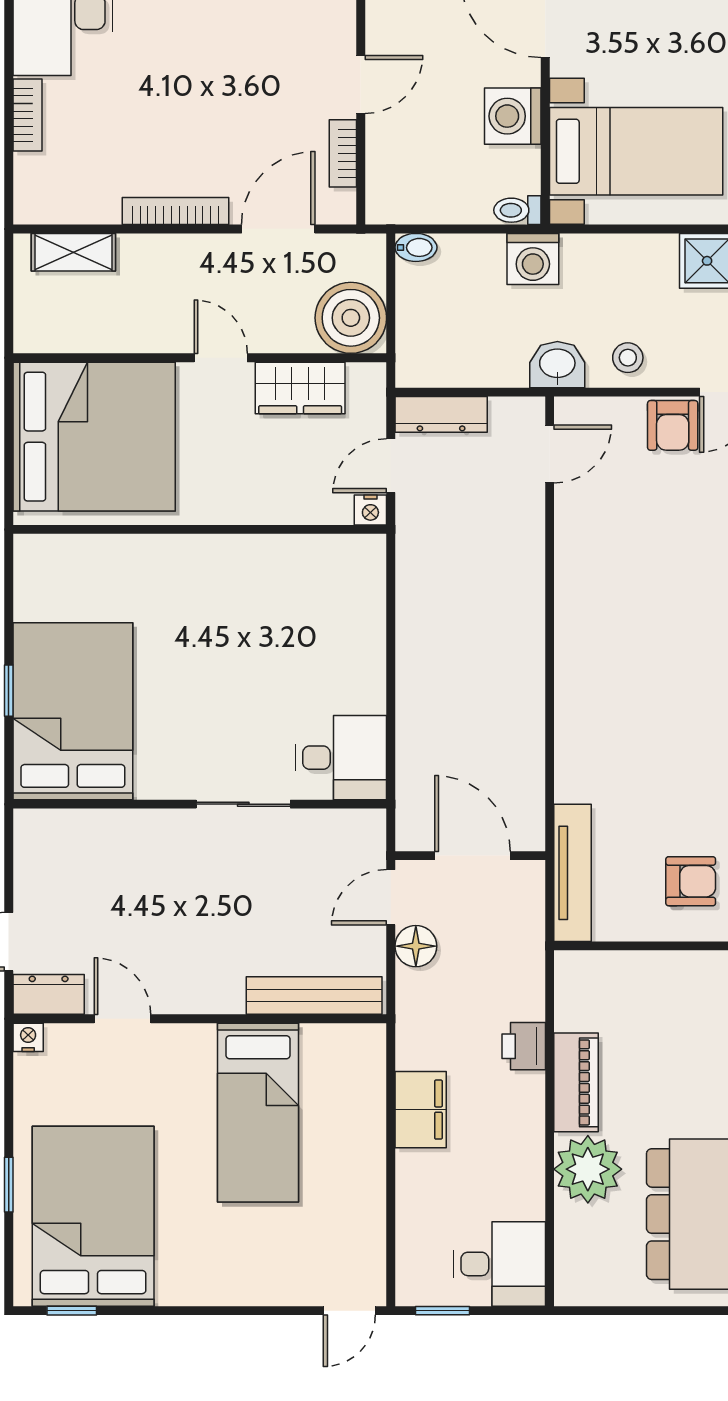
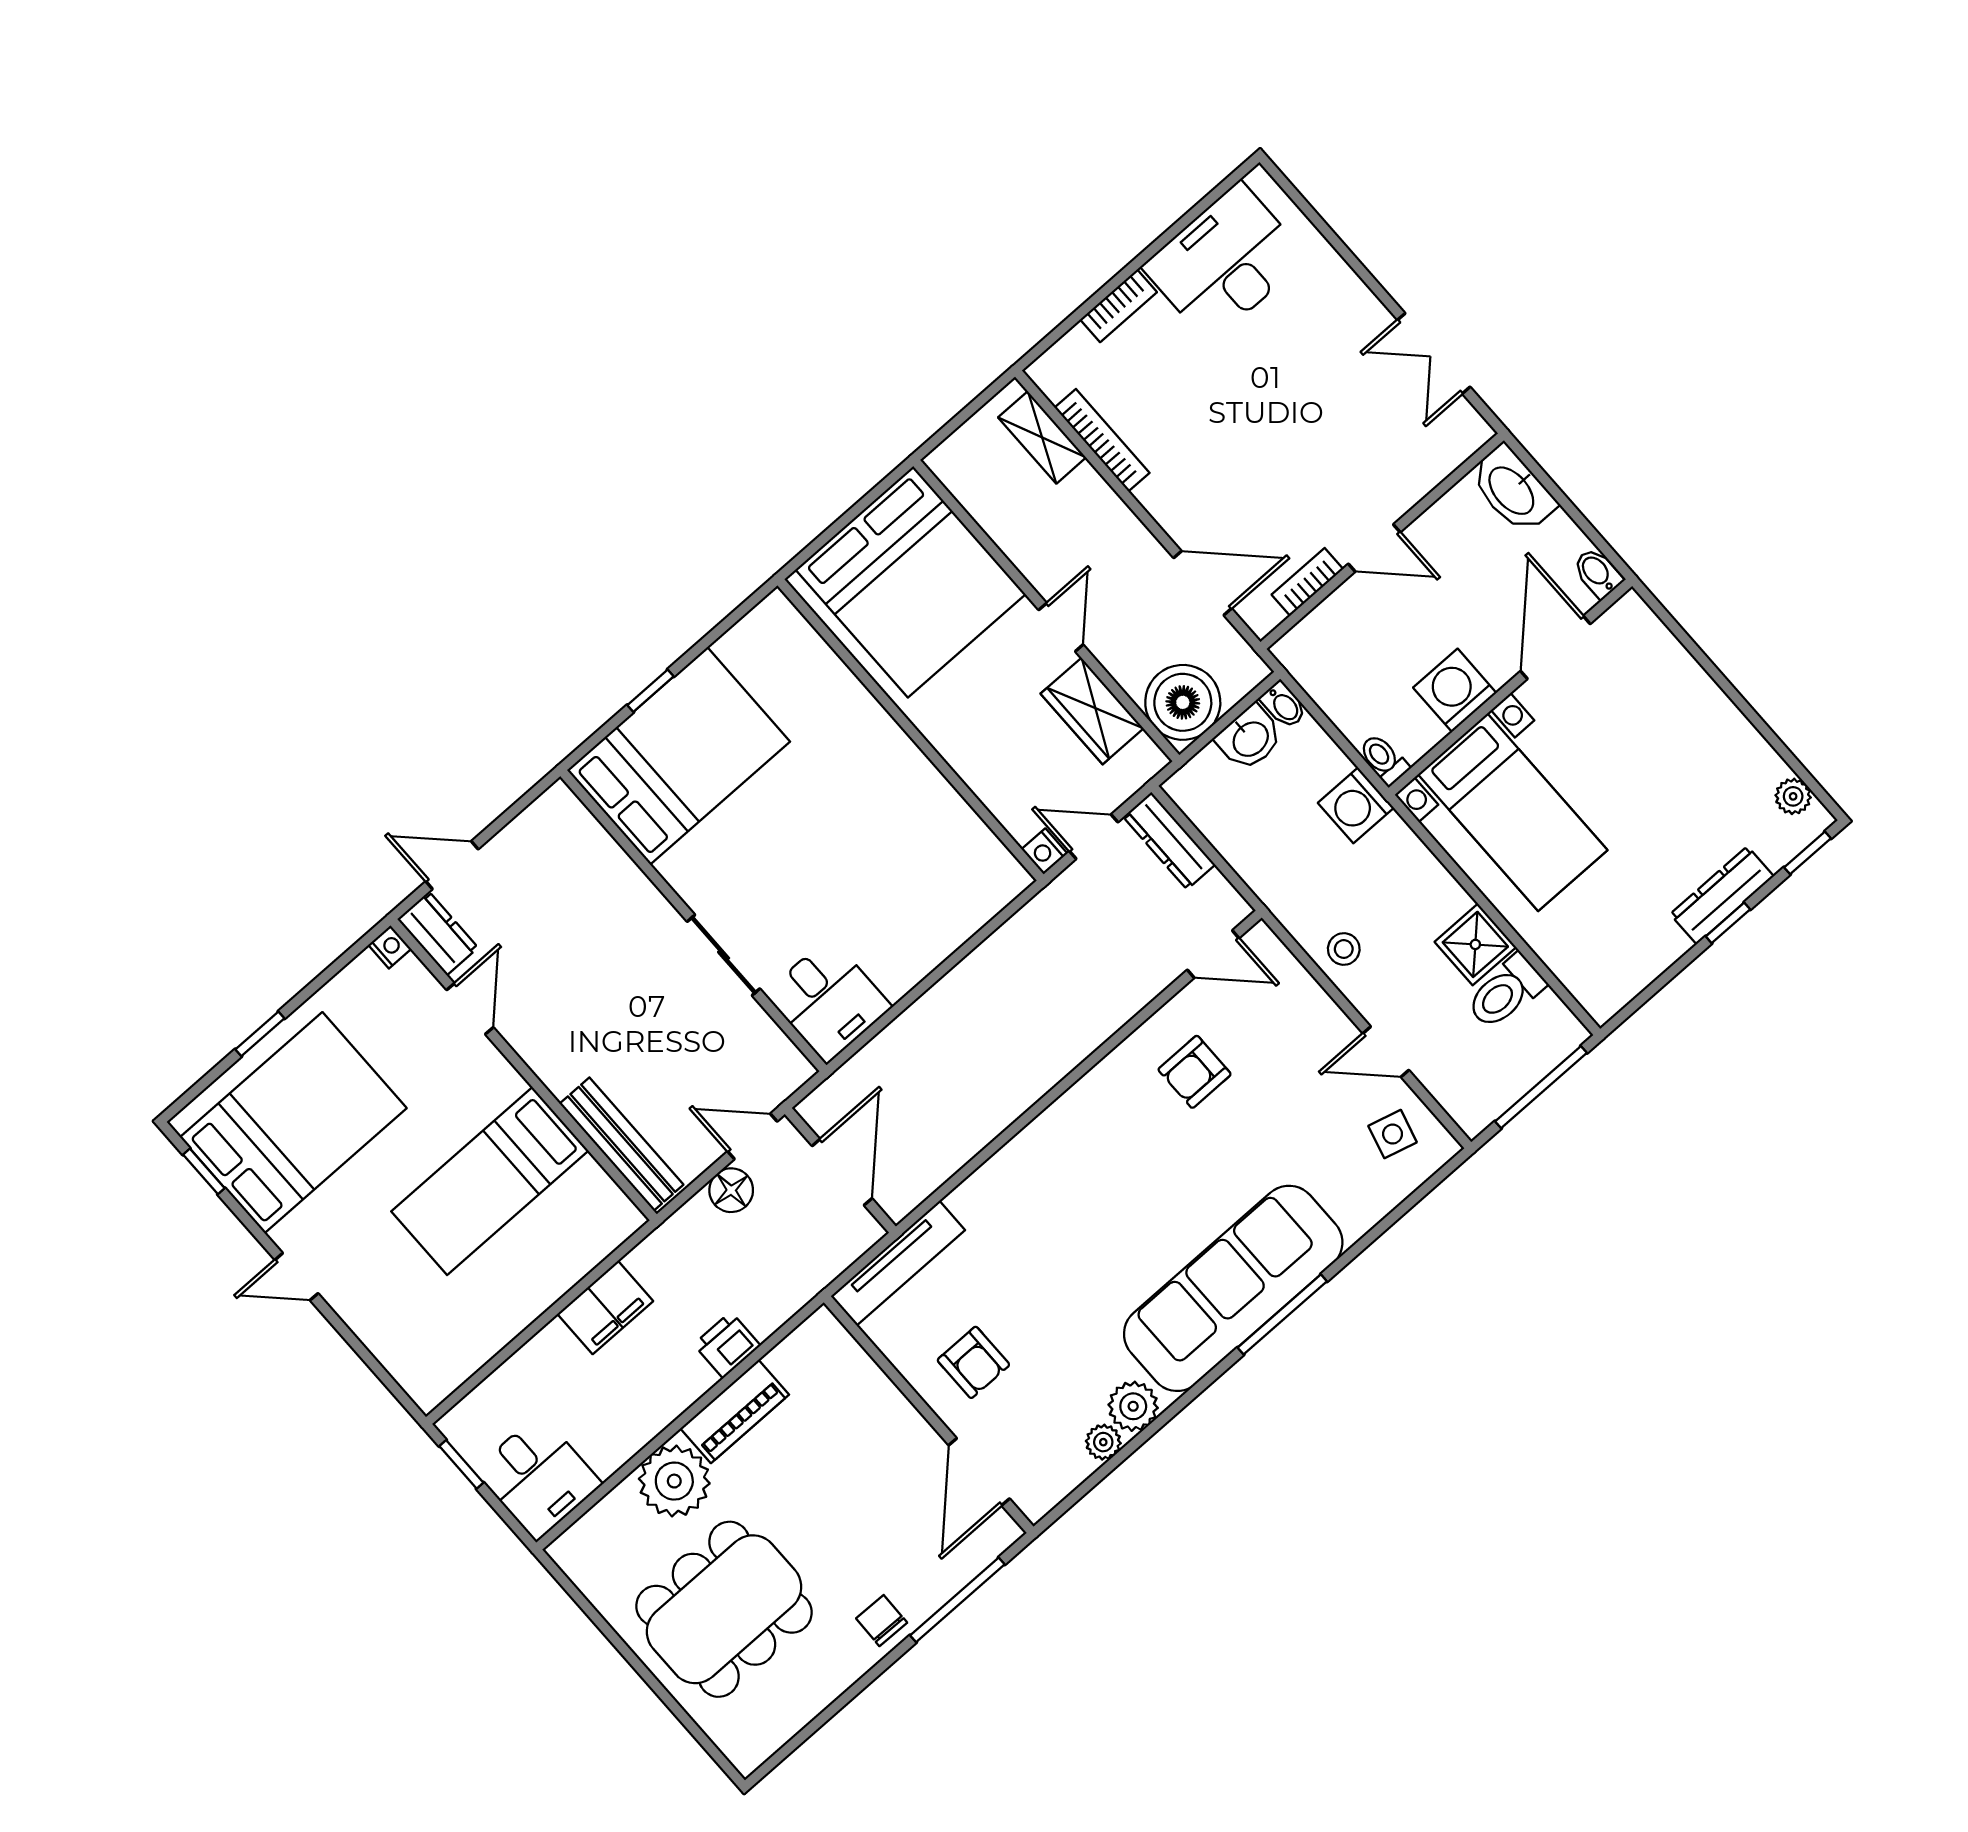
bookcase: (175, 211) -> (1102, 440), moved
washbasin: (557, 365) -> (1250, 738), moved, turned 90
armchair: (673, 425) -> (1195, 1072), moved
door: (349, 1311) -> (296, 1277), moved

